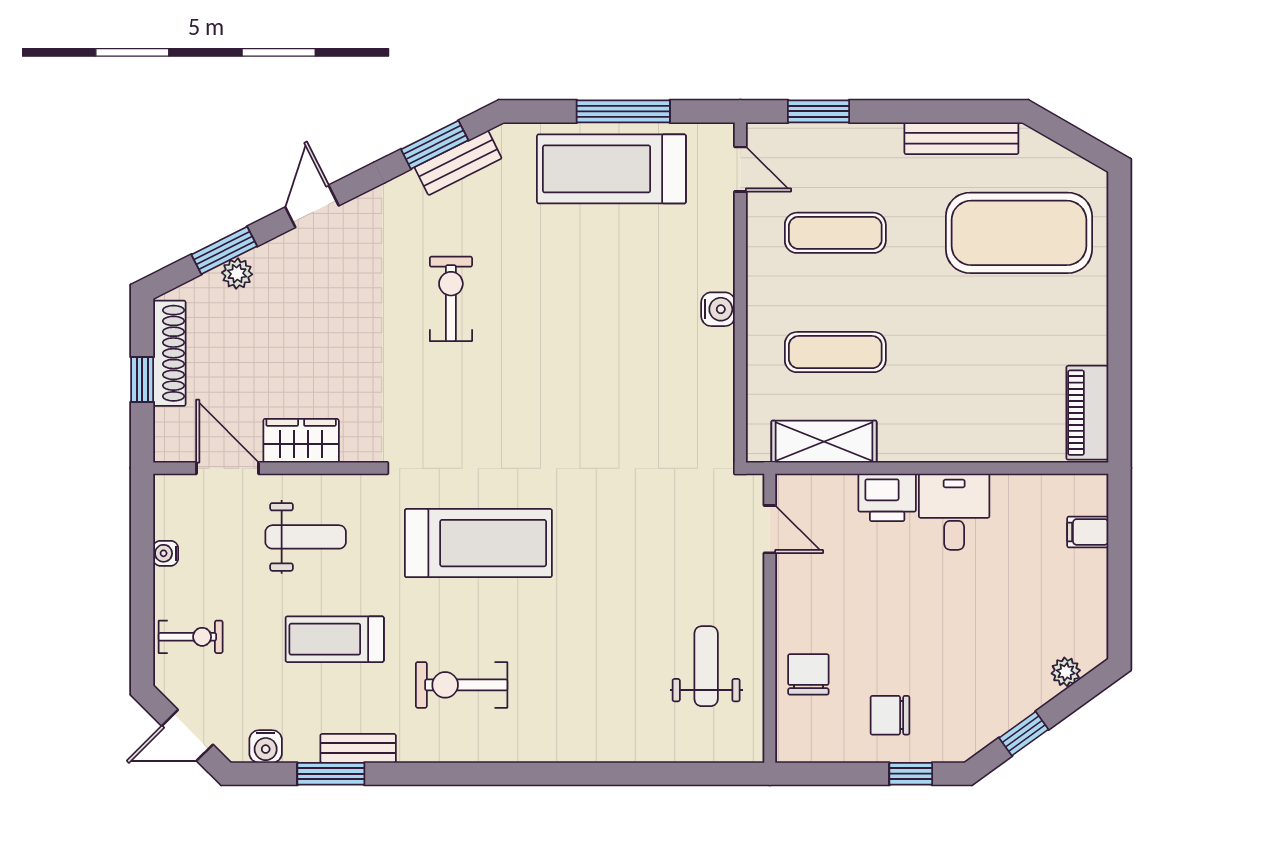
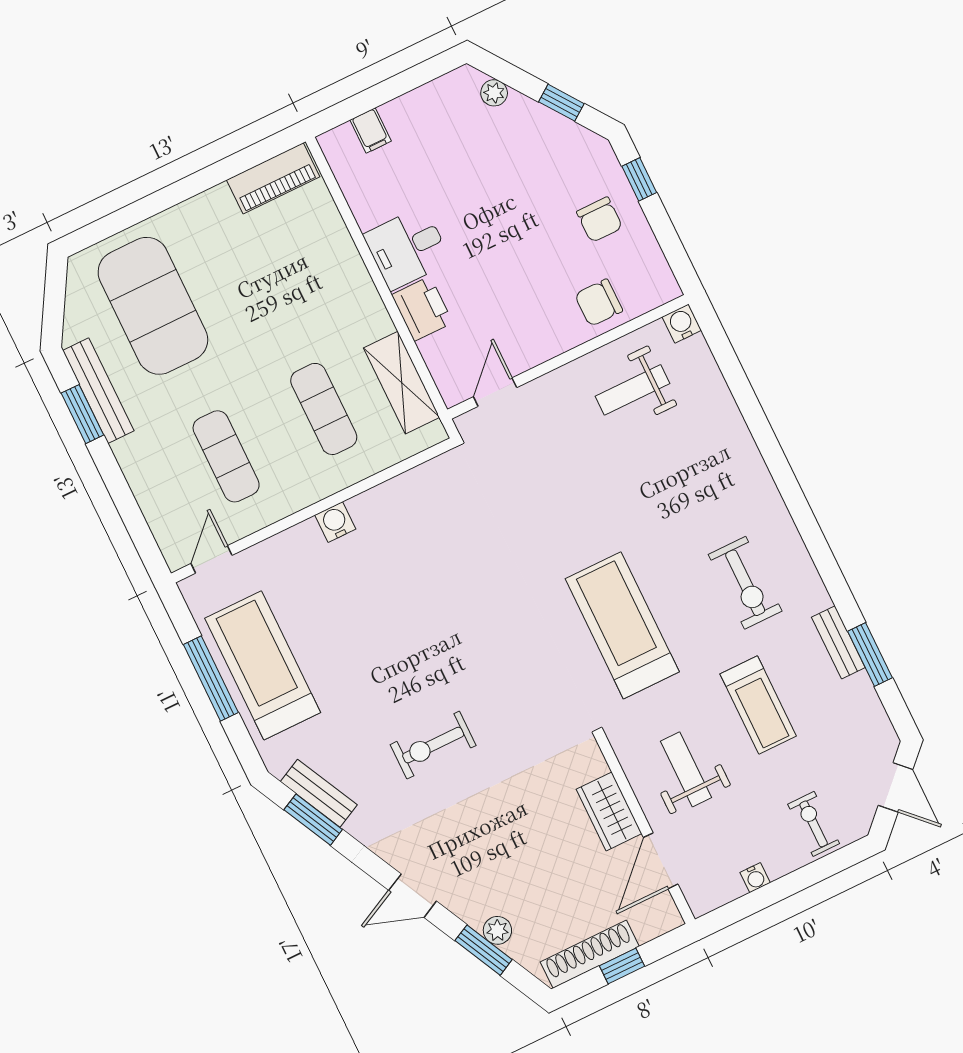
window: (818, 111) -> (82, 414), moved
treadmill: (611, 169) -> (263, 665), turned 180
water cooler: (266, 746) -> (682, 324), moved, turned -90

